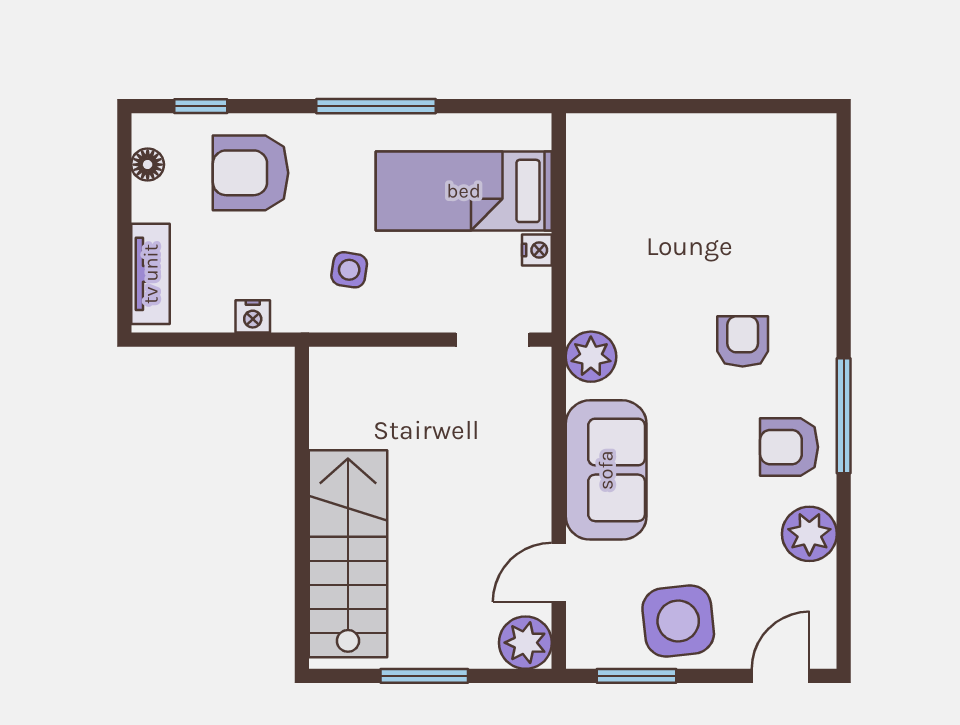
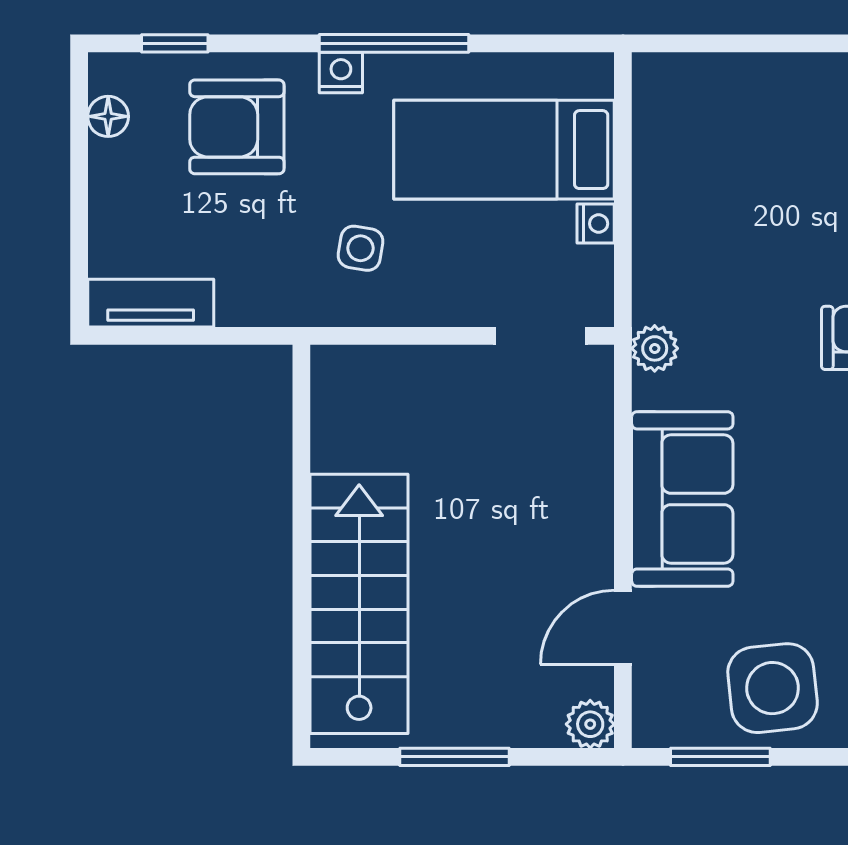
tv unit: (151, 274) -> (151, 303), moved, turned -90
nightstand: (253, 316) -> (341, 72), moved, turned 180
plant: (591, 357) -> (655, 348), width x0.73, depth x0.73
plant: (525, 643) -> (590, 724), width x0.73, depth x0.73

